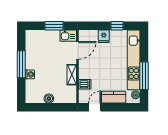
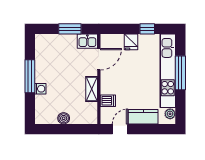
window: (144, 76) -> (180, 73), moved

